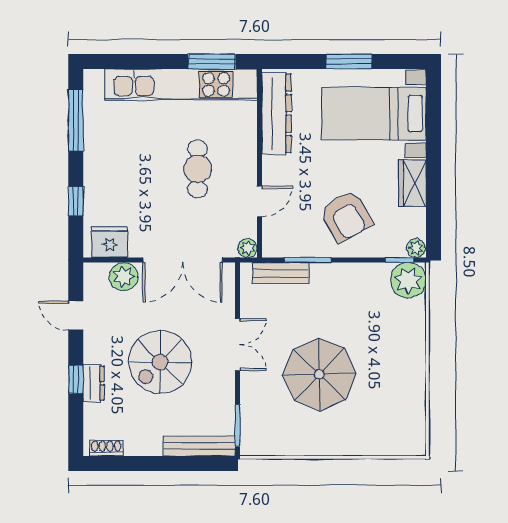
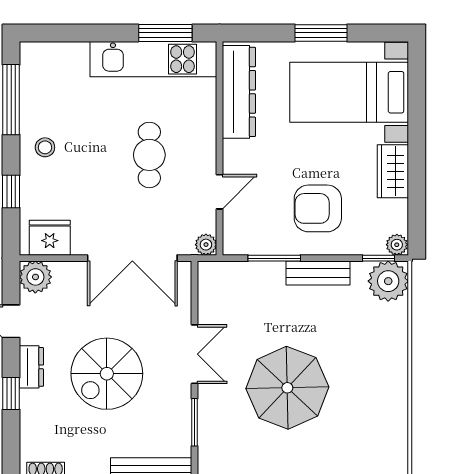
kitchen unit: (181, 84) -> (153, 59), width x0.73
stool: (106, 162) -> (45, 147), added
armchair: (346, 216) -> (318, 208), turned 119
bench: (281, 273) -> (318, 273), moved
plant: (124, 277) -> (35, 277), moved
dresser: (94, 383) -> (31, 367), moved
window: (237, 426) -> (194, 422), moved

